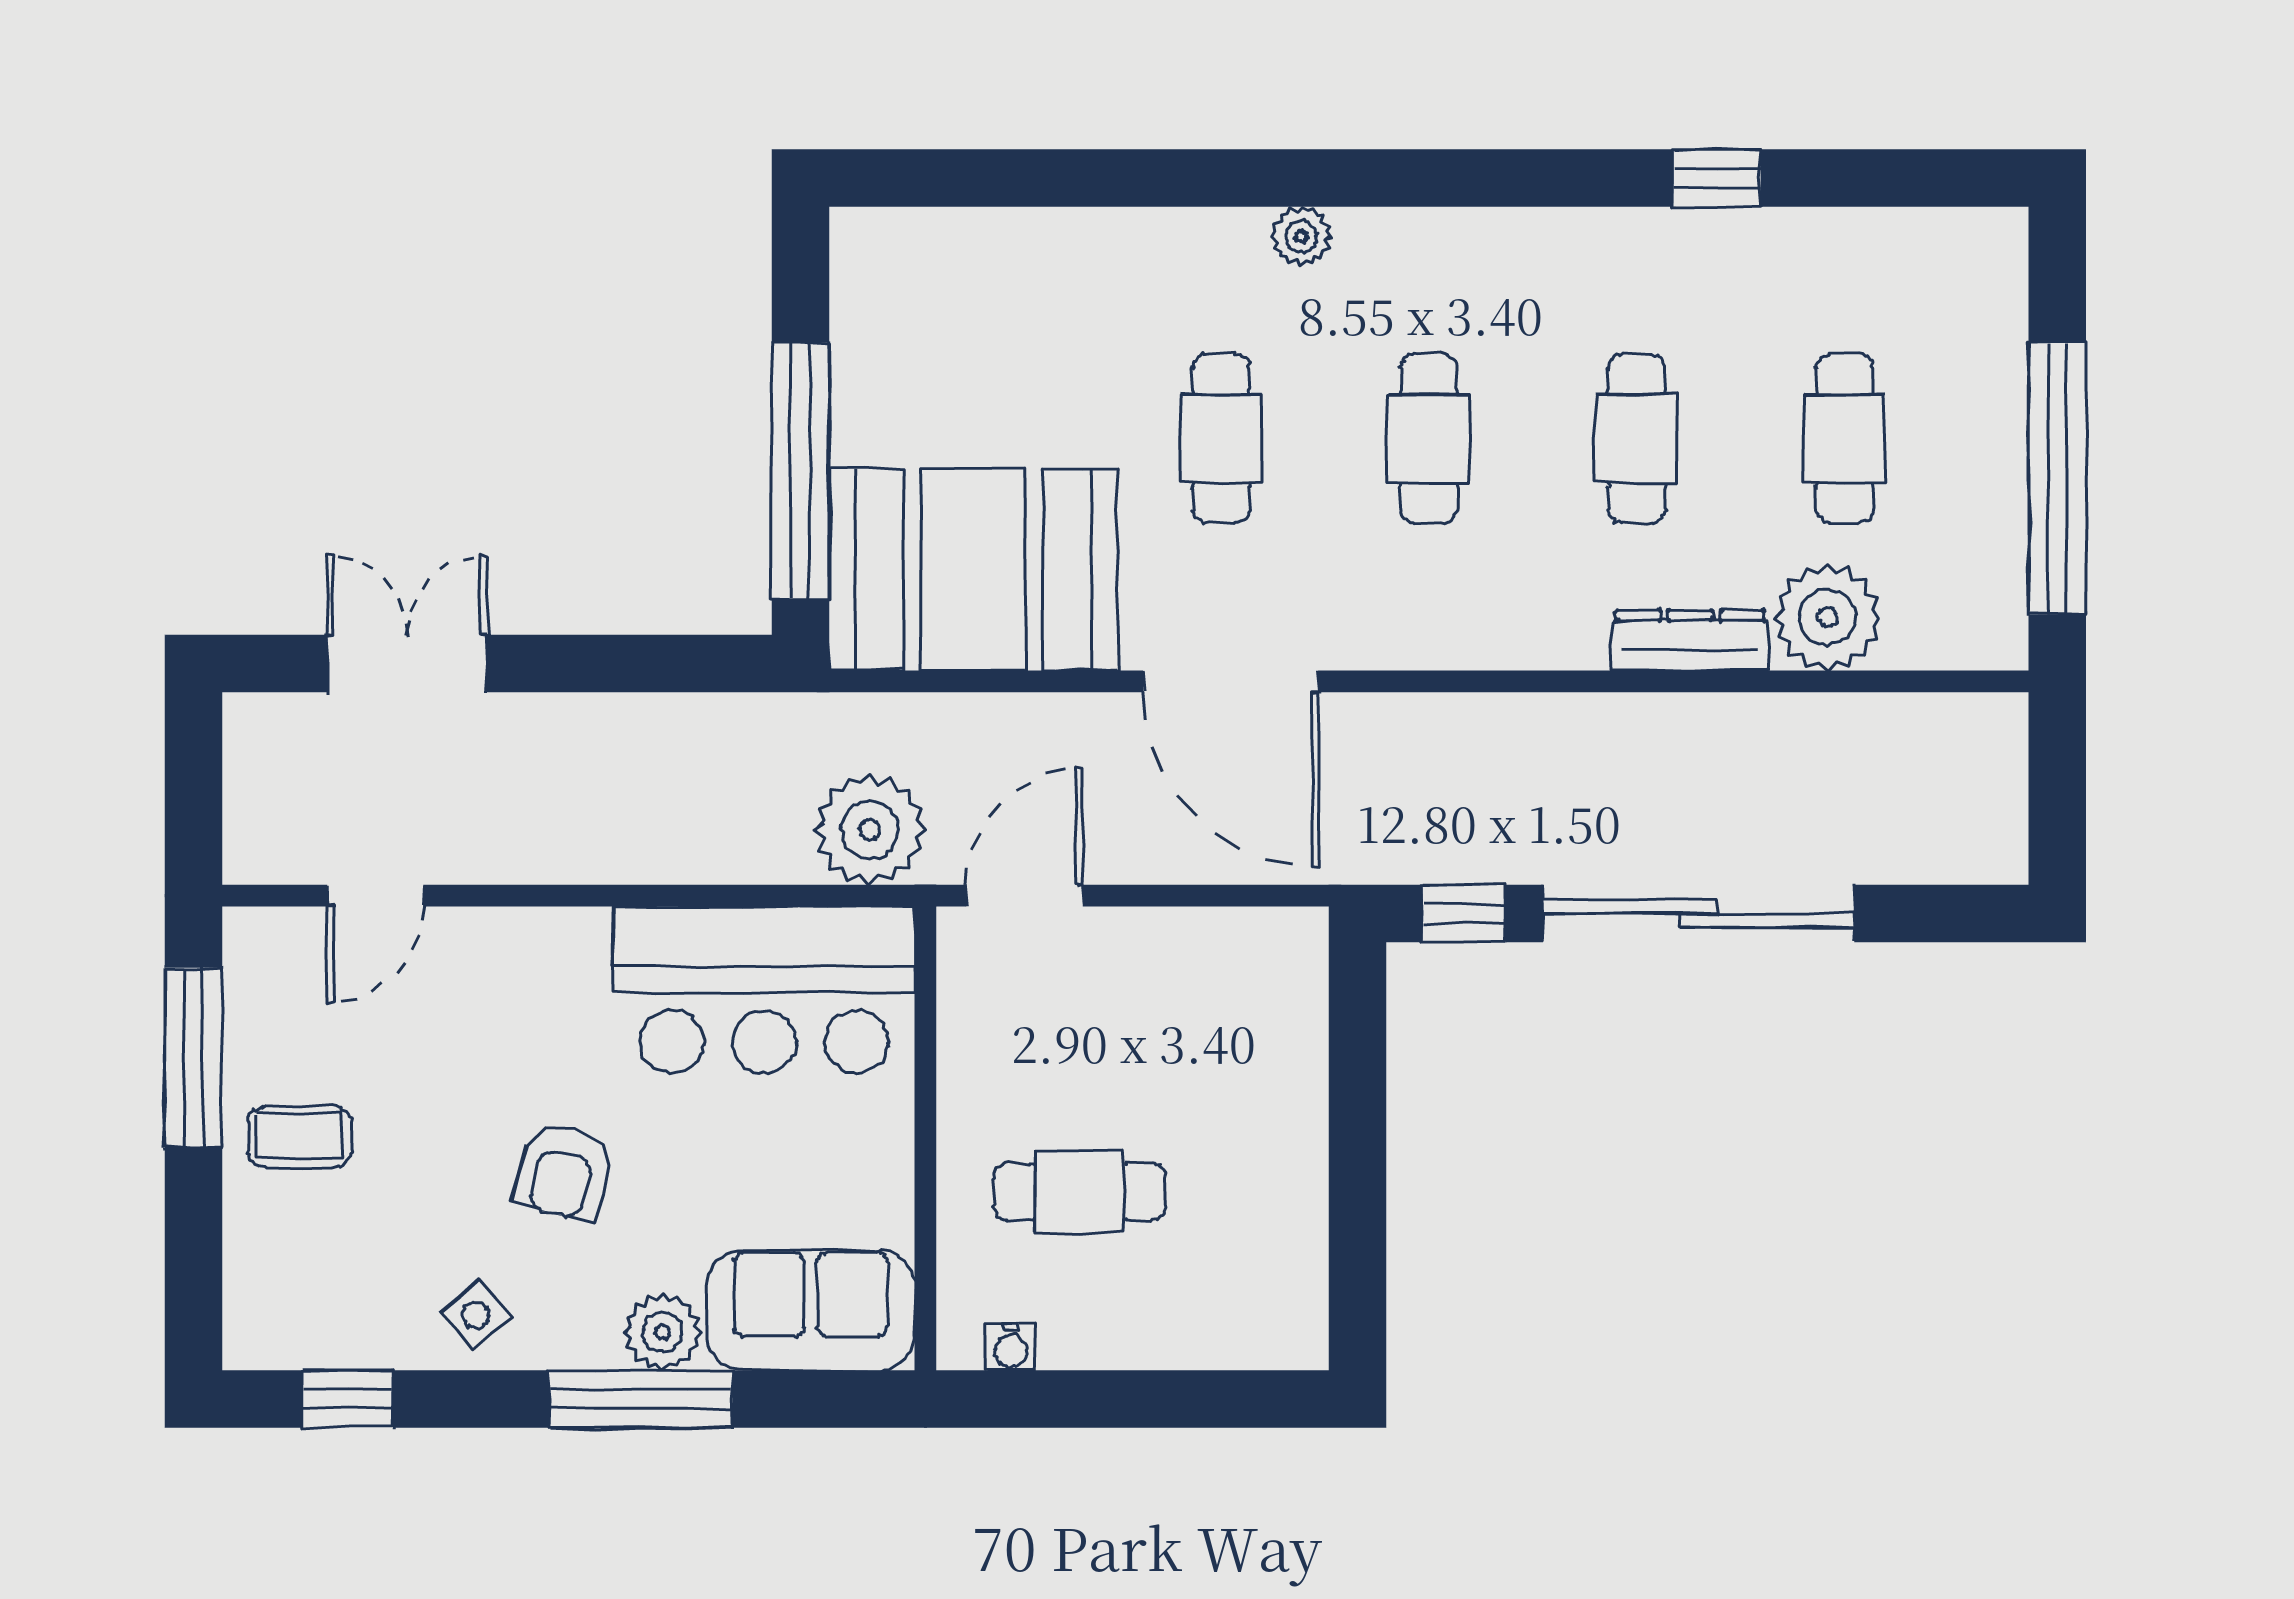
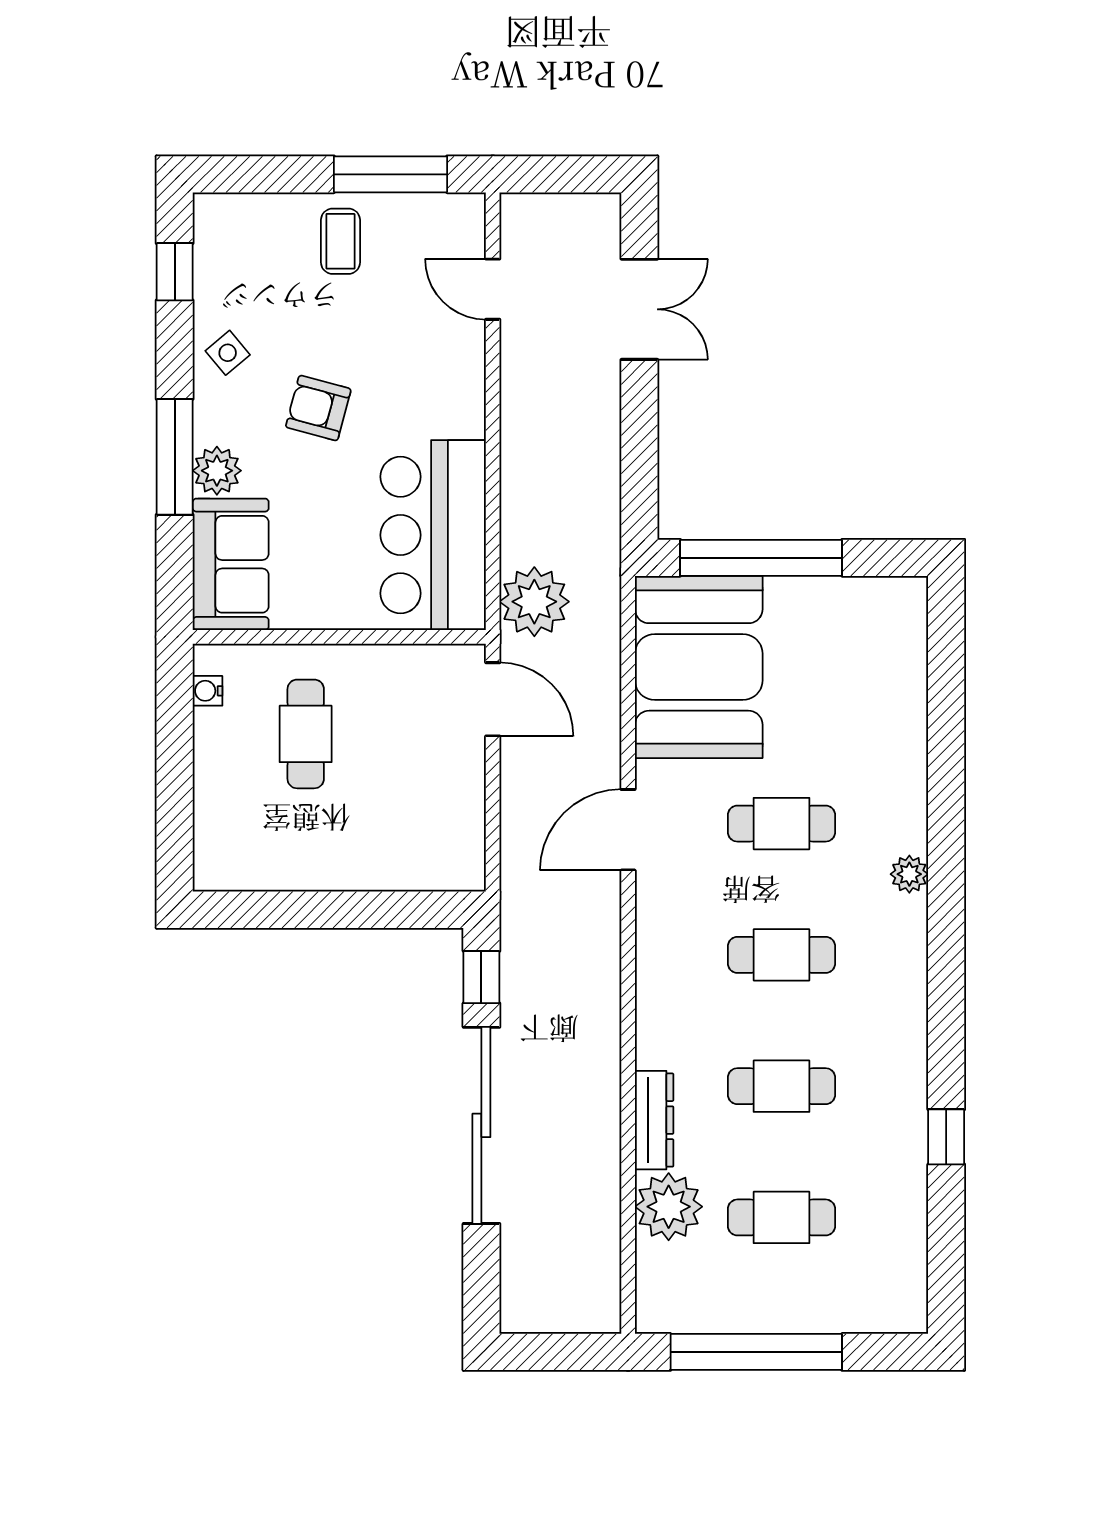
door: (1231, 681) -> (628, 830), width x0.73

